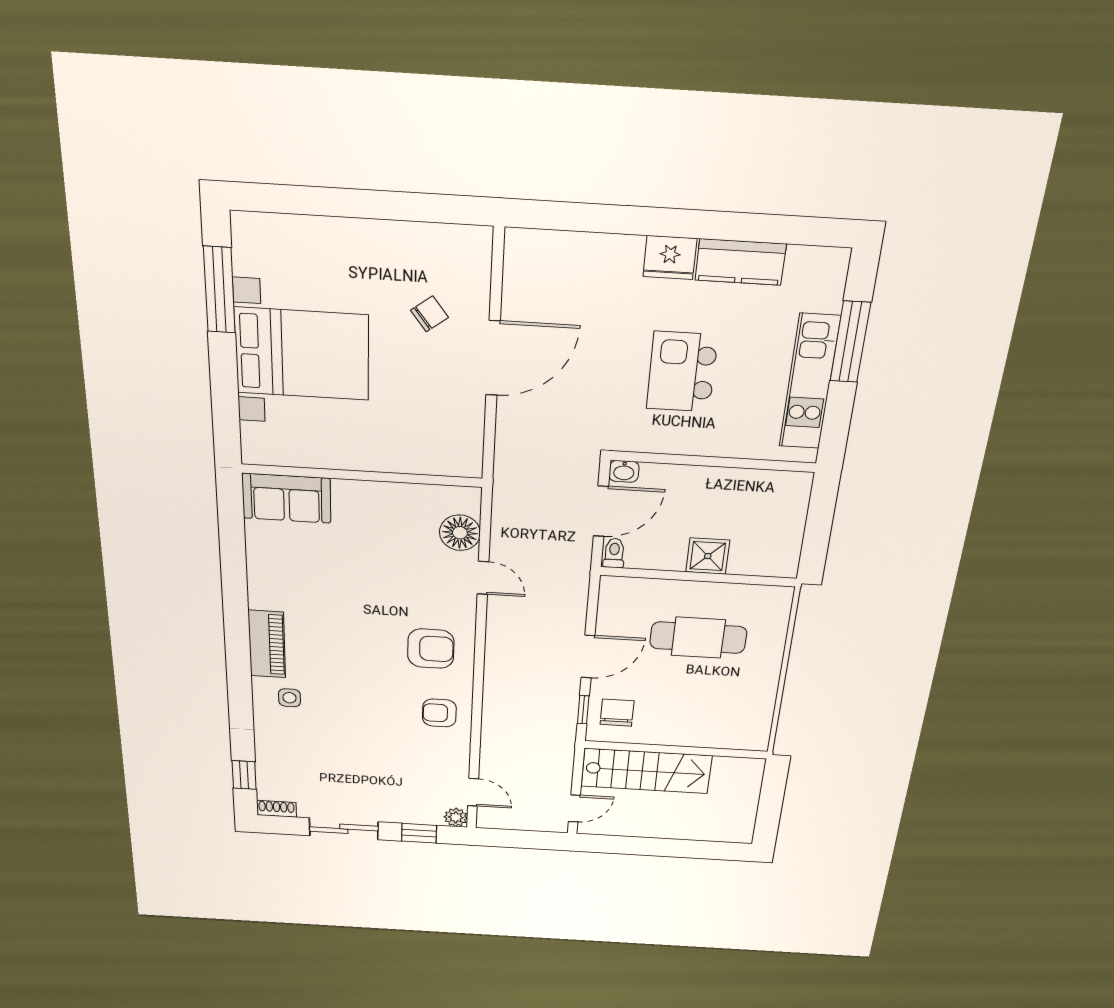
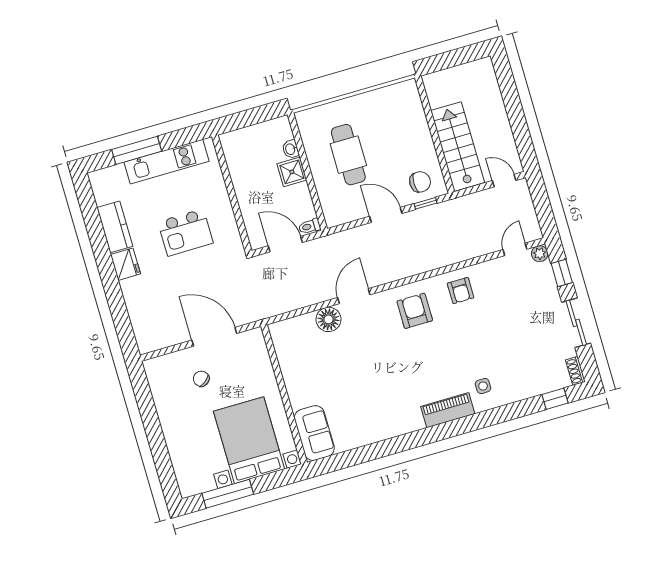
washbasin: (624, 471) -> (291, 149), moved, turned 180
wall: (362, 476) -> (284, 394), moved
sofa: (286, 498) -> (314, 433), moved
door: (483, 578) -> (354, 296), width x1.38
chair: (617, 713) -> (420, 182), turned 180

